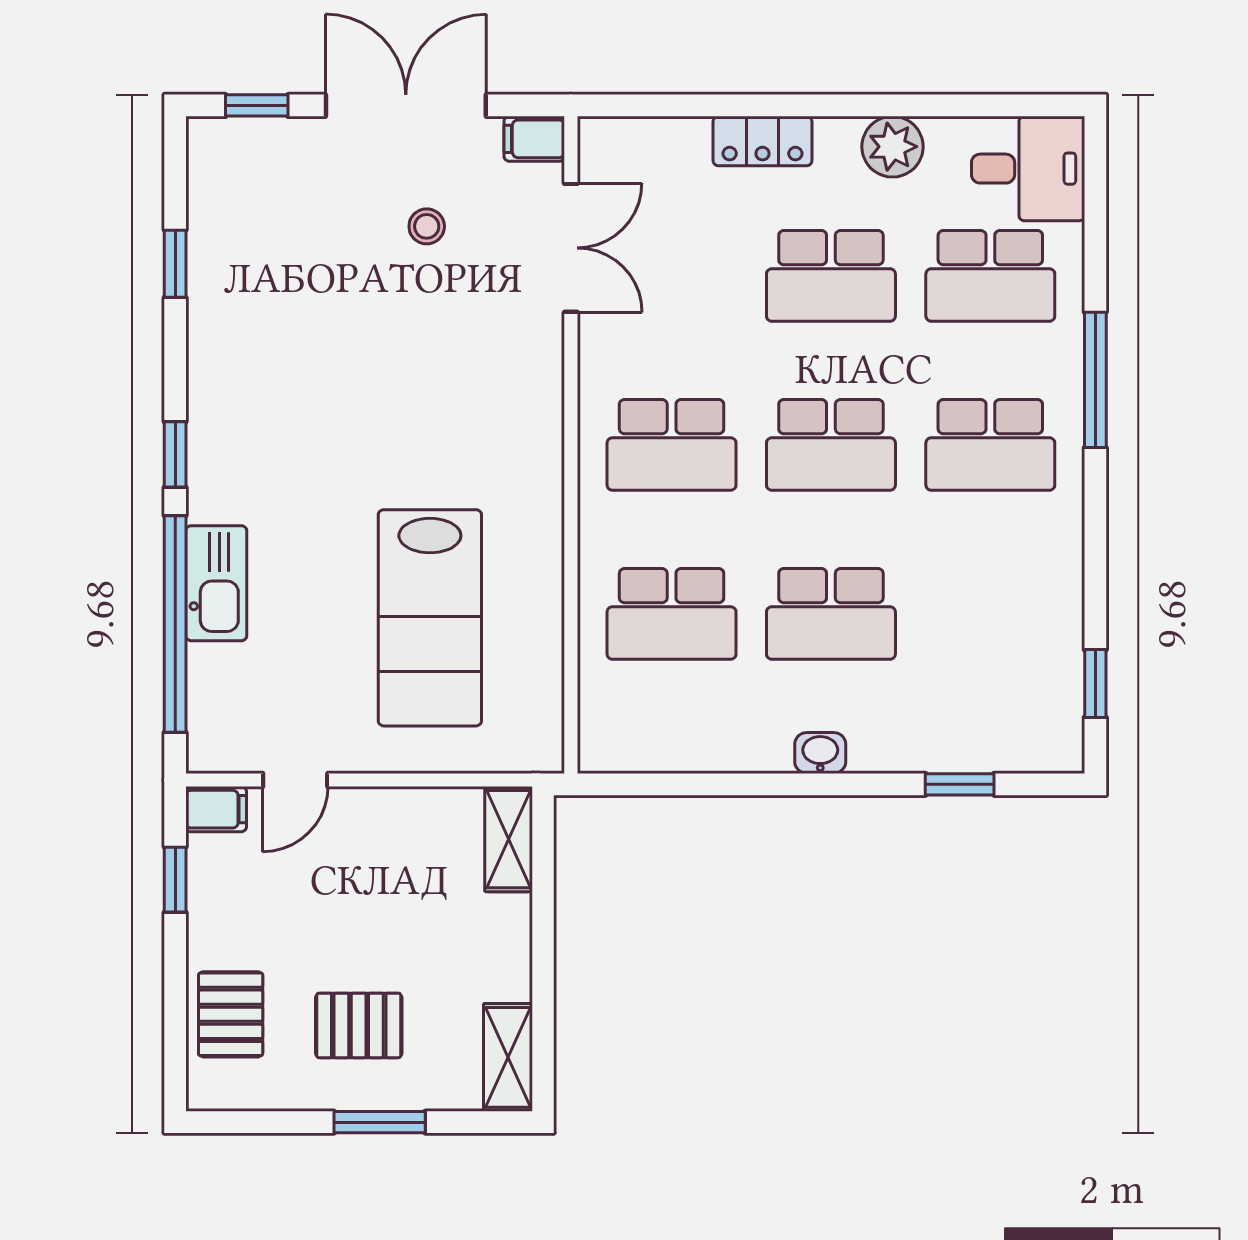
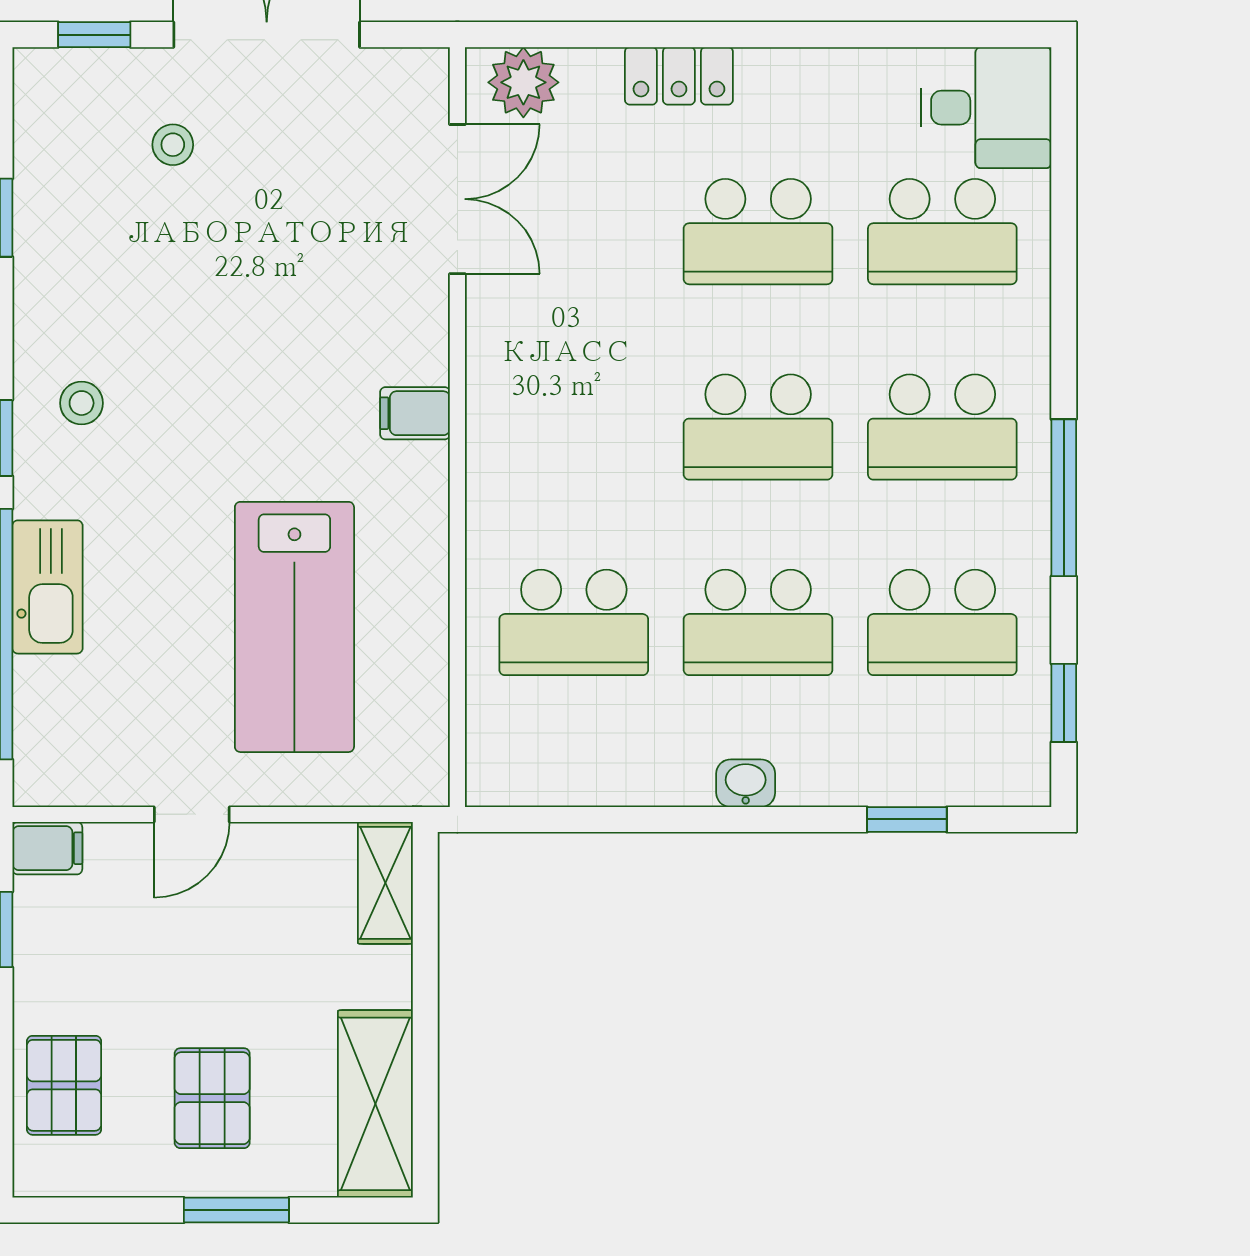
filing cabinet: (534, 139) -> (415, 413), moved
plant: (892, 147) -> (523, 82), moved
stool: (427, 226) -> (173, 145), moved
window: (1095, 380) -> (1064, 498), moved
stool: (246, 424) -> (82, 403), added
school desk: (672, 445) -> (942, 622), moved
door: (295, 780) -> (192, 814), moved
pallet: (359, 1025) -> (212, 1098), turned 90
shelving: (508, 1057) -> (375, 1104), width x1.50, depth x1.33

